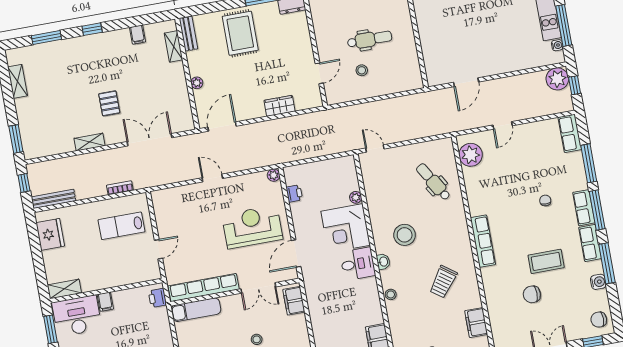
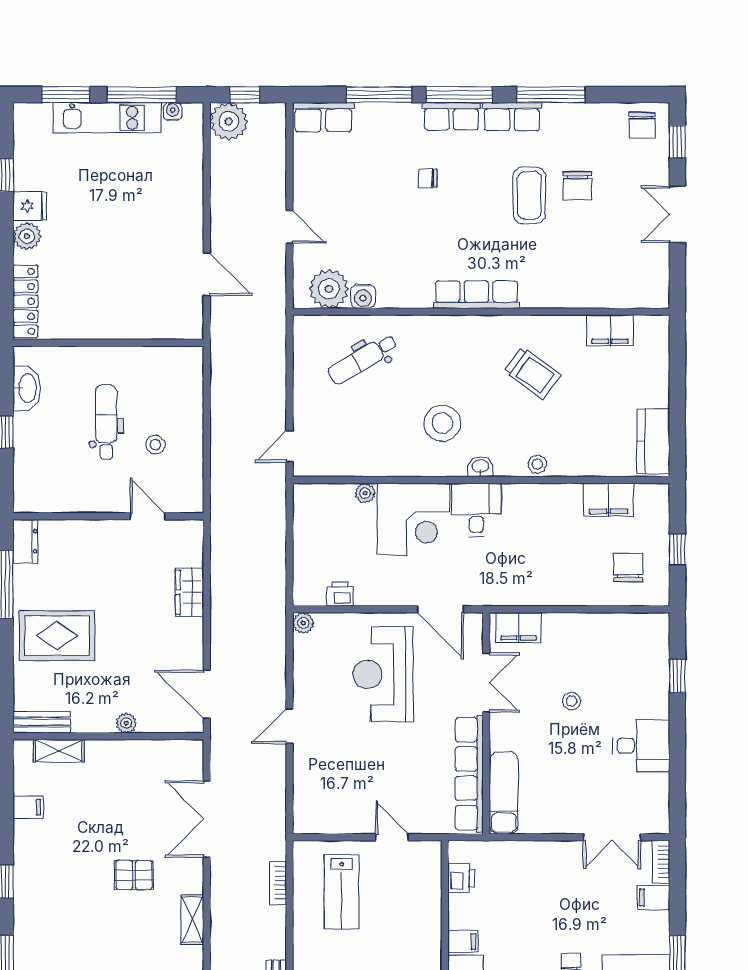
water cooler: (598, 282) -> (363, 296), moved, turned 180
chair: (532, 294) -> (577, 186), moved
printer: (158, 298) -> (461, 878), moved, turned -90

